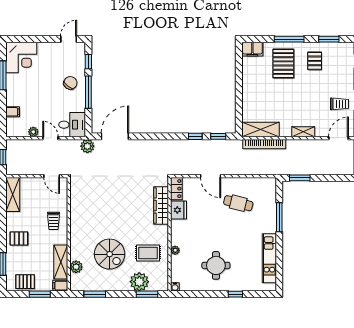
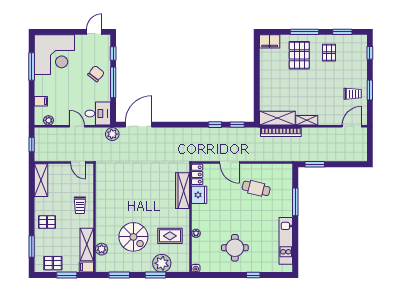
corner desk: (21, 57) -> (54, 55), width x1.36, depth x1.36
plant: (33, 132) -> (48, 120), moved
shelving: (303, 132) -> (307, 120), moved
window: (147, 294) -> (155, 275), moved

